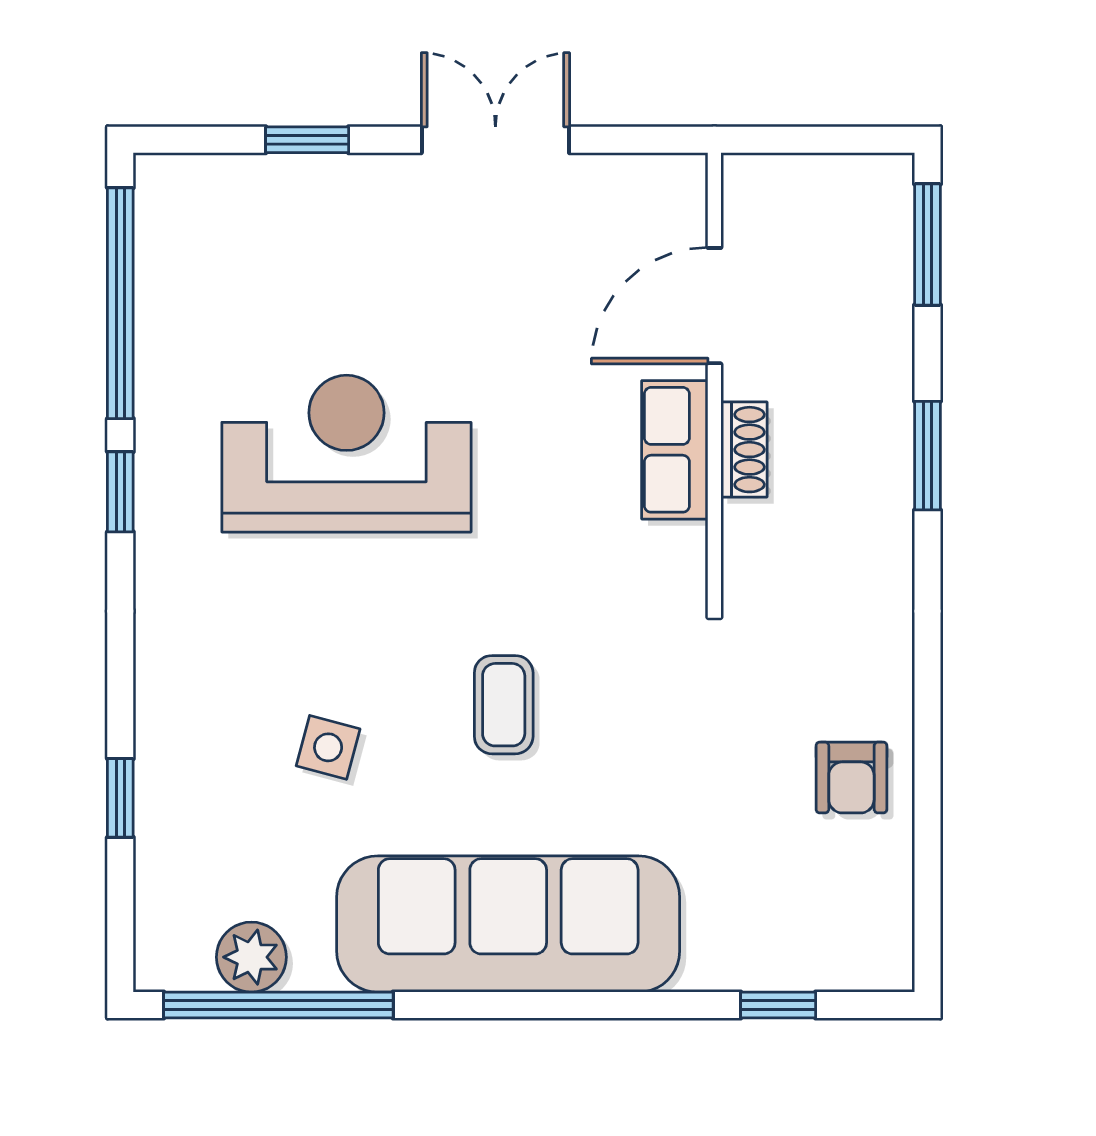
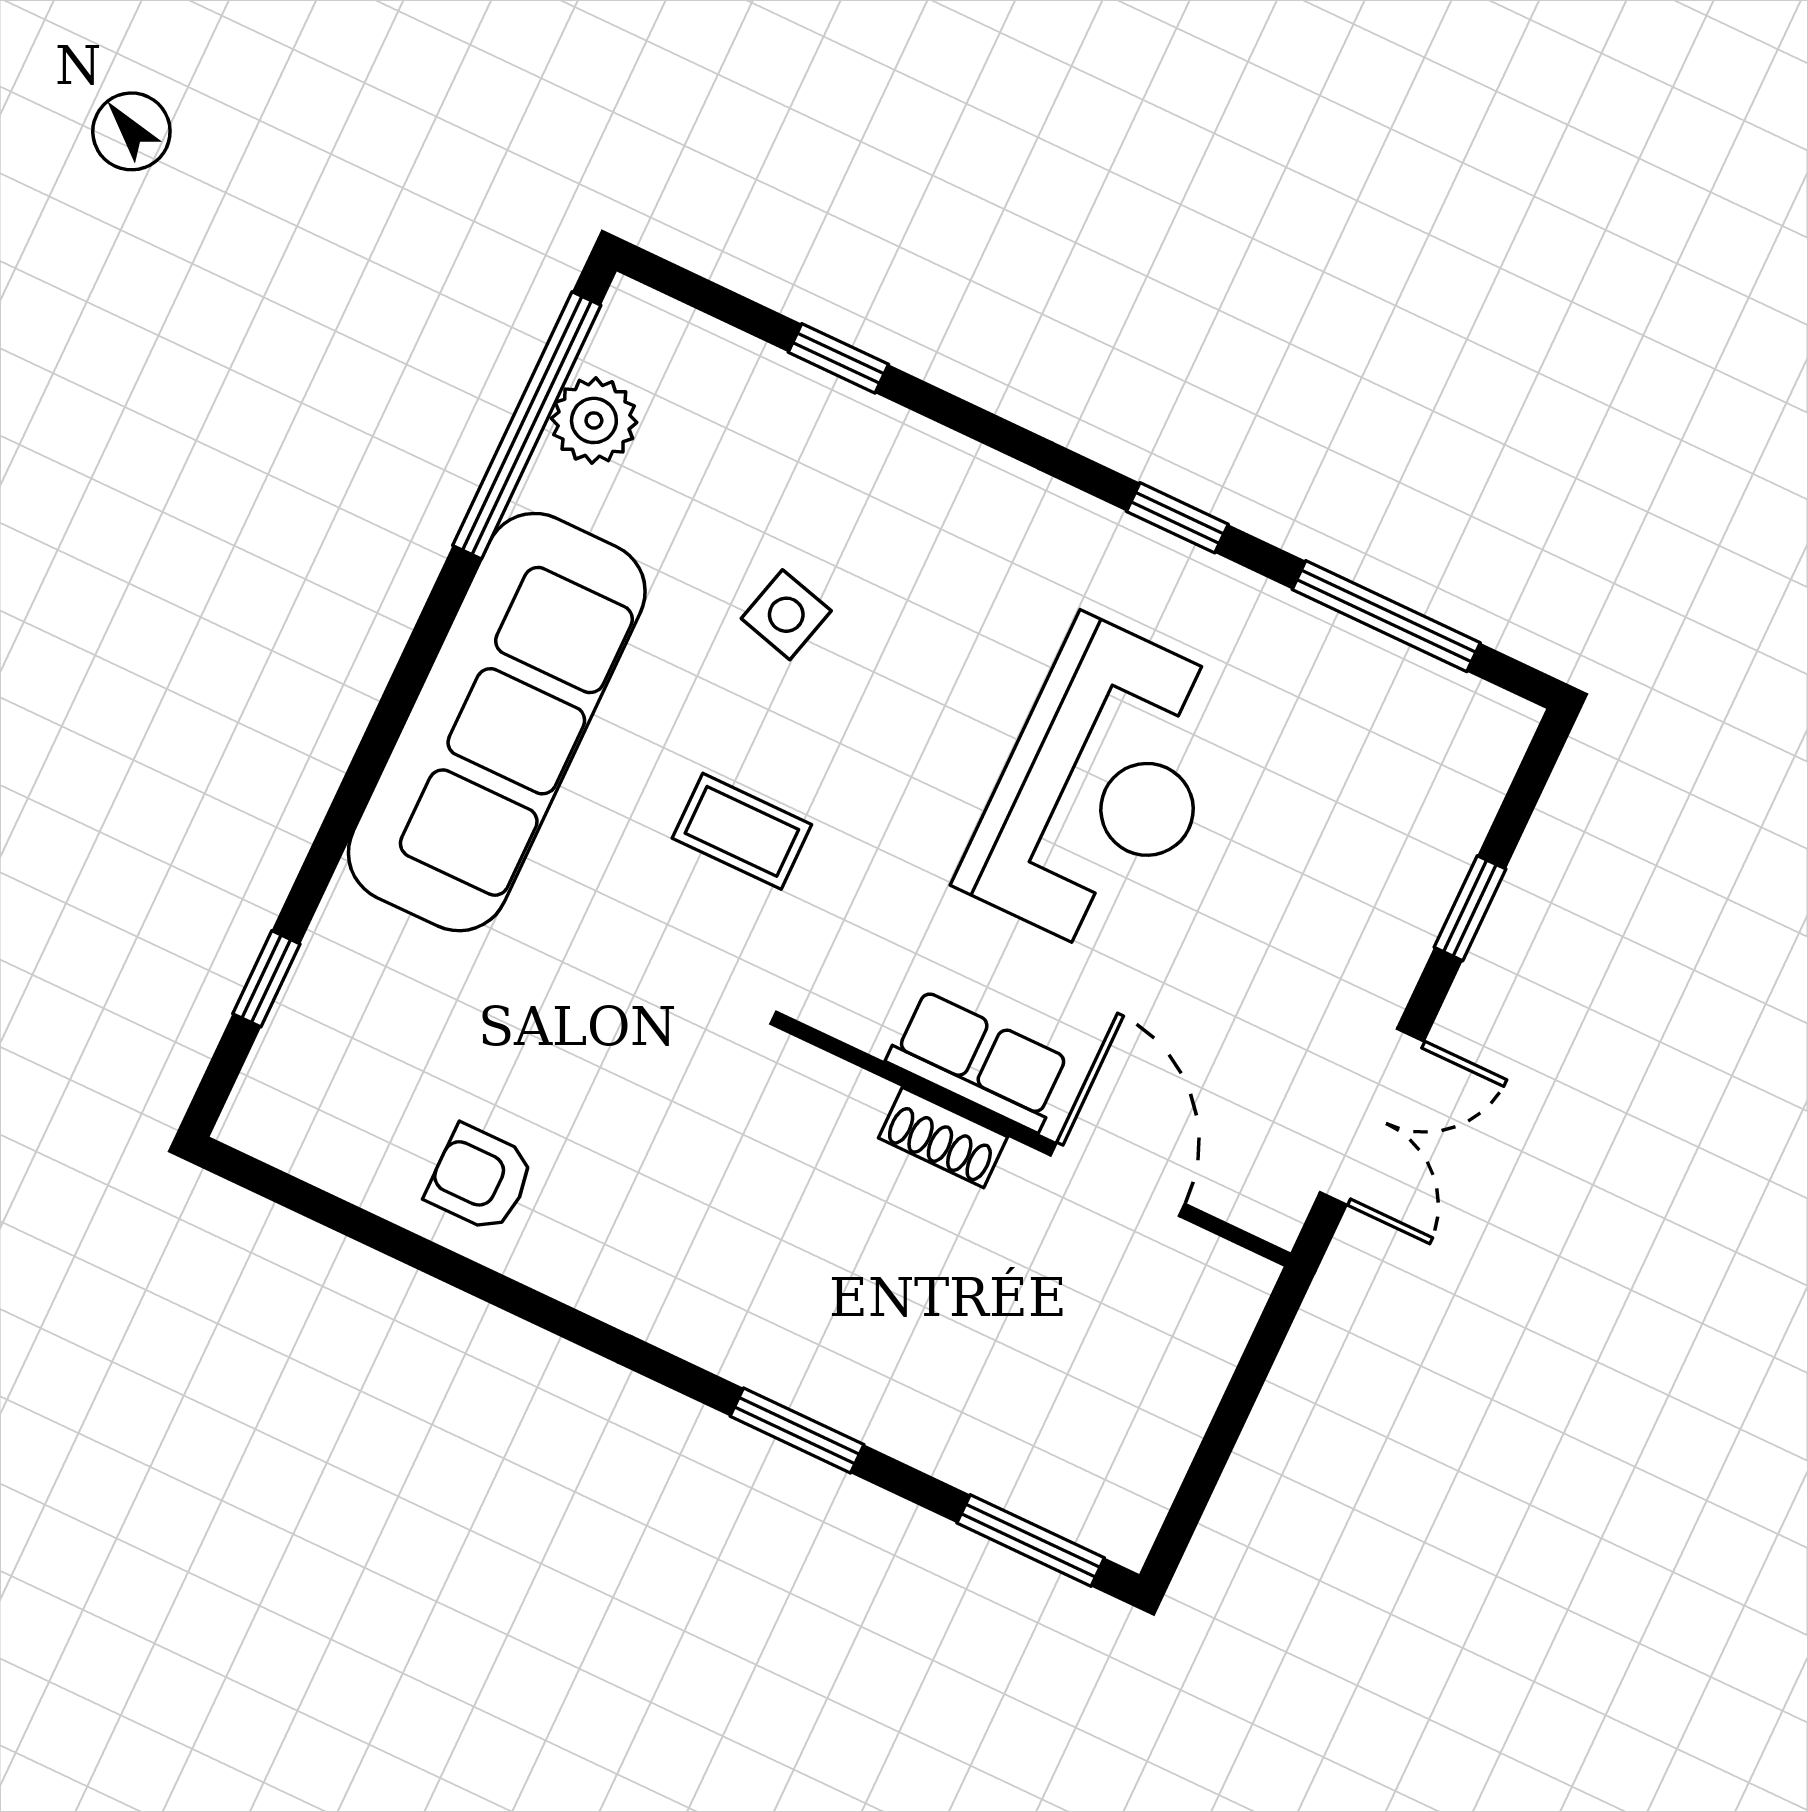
window: (120, 303) -> (1386, 616), width x0.68
door: (714, 306) -> (1118, 1180), moved
wall: (714, 379) -> (1037, 1142), moved
row of seats: (675, 450) -> (979, 1061), moved
shoe rack: (744, 450) -> (943, 1137), moved

